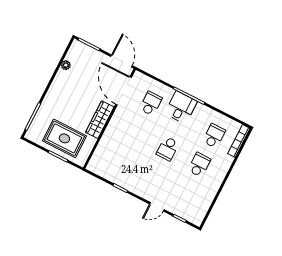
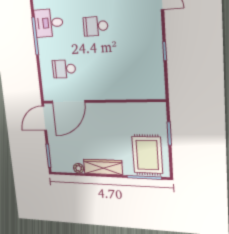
desk: (181, 107) -> (49, 23), moved
wardrobe: (100, 120) -> (103, 167), moved, turned 180
rug: (64, 138) -> (147, 155), moved
school desk: (168, 149) -> (96, 26), turned 180

